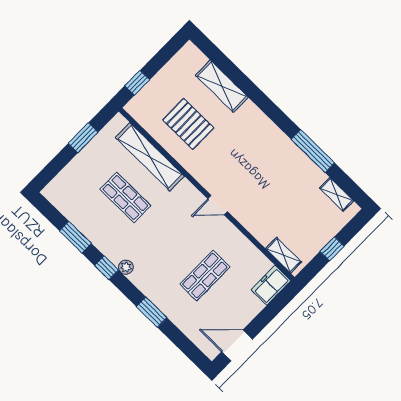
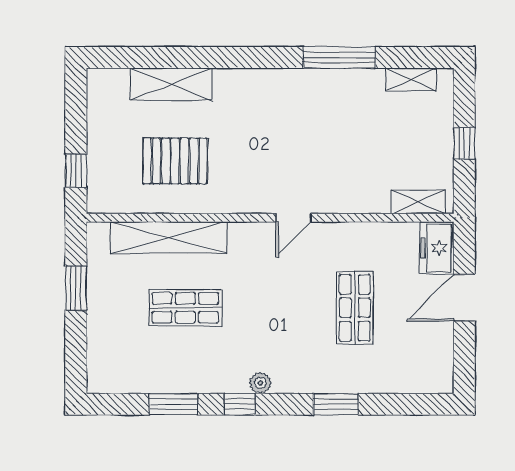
door: (237, 345) -> (464, 298), moved

